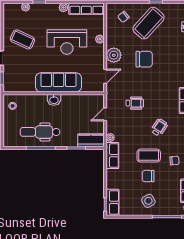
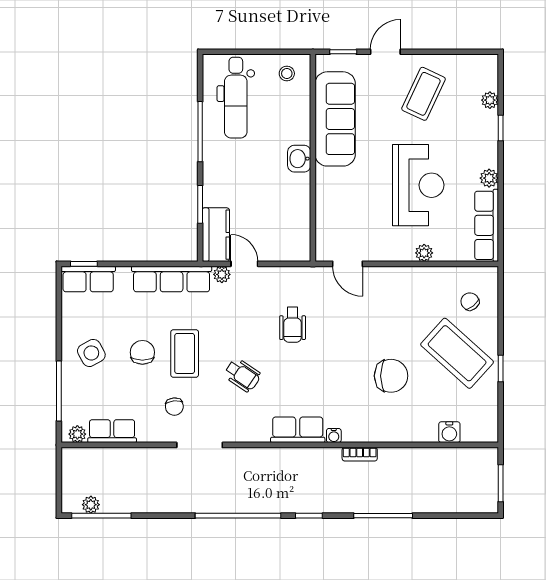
reception desk: (67, 42) -> (418, 185), turned 180
plant: (114, 55) -> (391, 282), removed
chair: (144, 59) -> (391, 376), moved, turned -90
sofa: (58, 82) -> (335, 119), moved
door: (105, 114) -> (244, 264), moved
dental chair: (40, 132) -> (236, 98), moved, turned 180
row of seats: (112, 156) -> (172, 279), width x1.48

